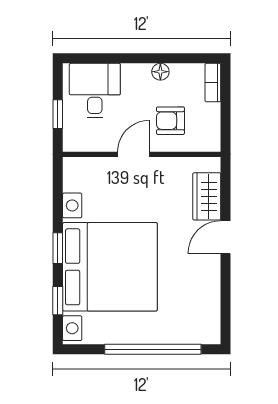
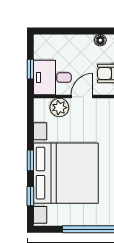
desk: (95, 91) -> (52, 78), moved, turned -90
plant: (100, 171) -> (59, 108), added

